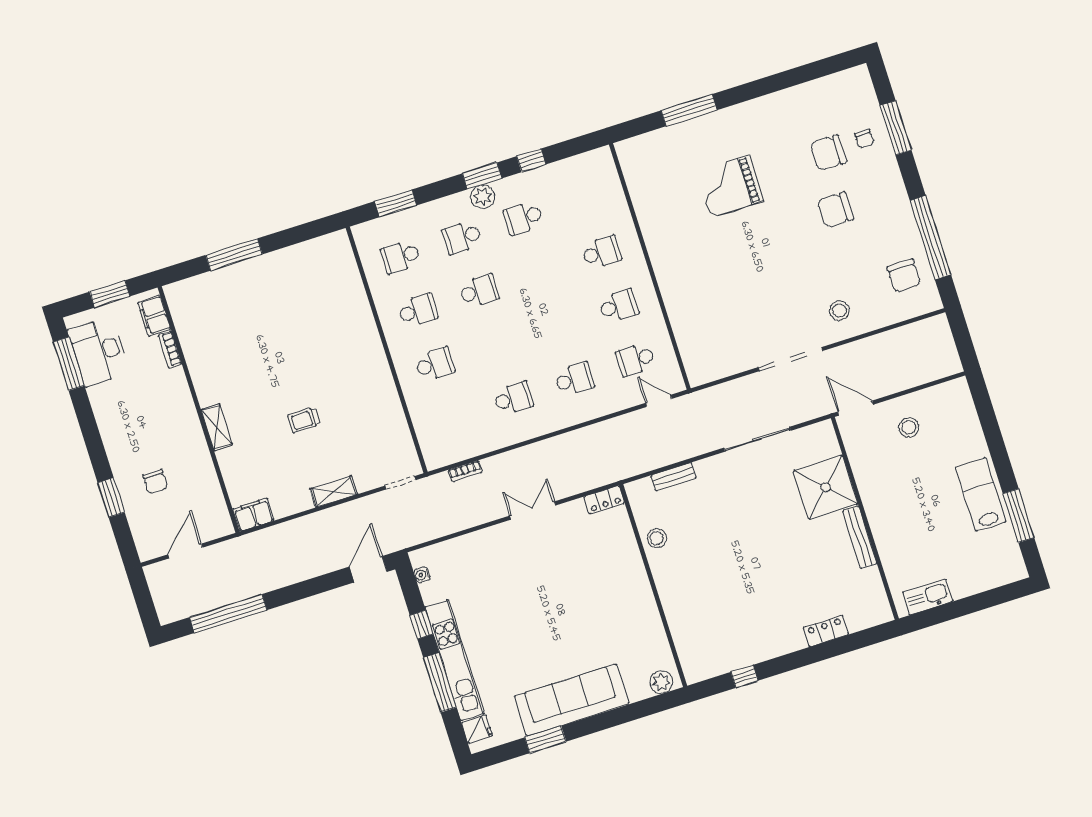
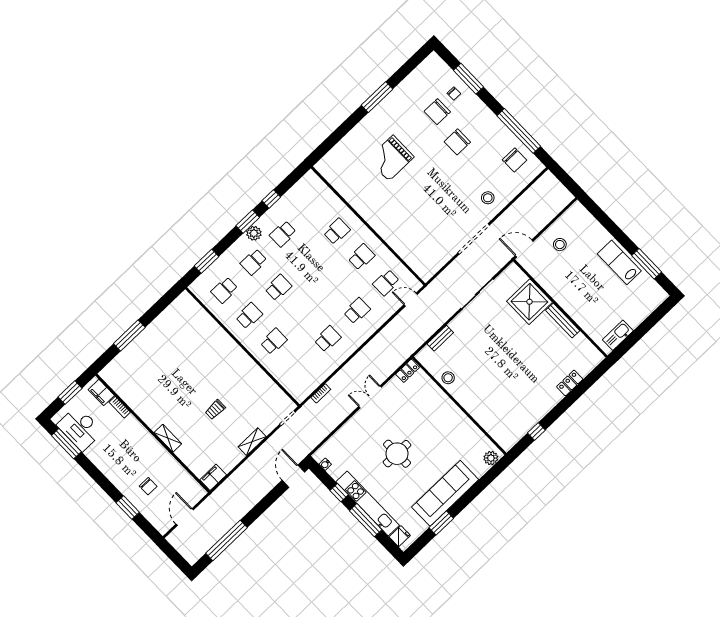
window: (689, 110) -> (377, 97), moved
round table: (531, 610) -> (397, 454), added

